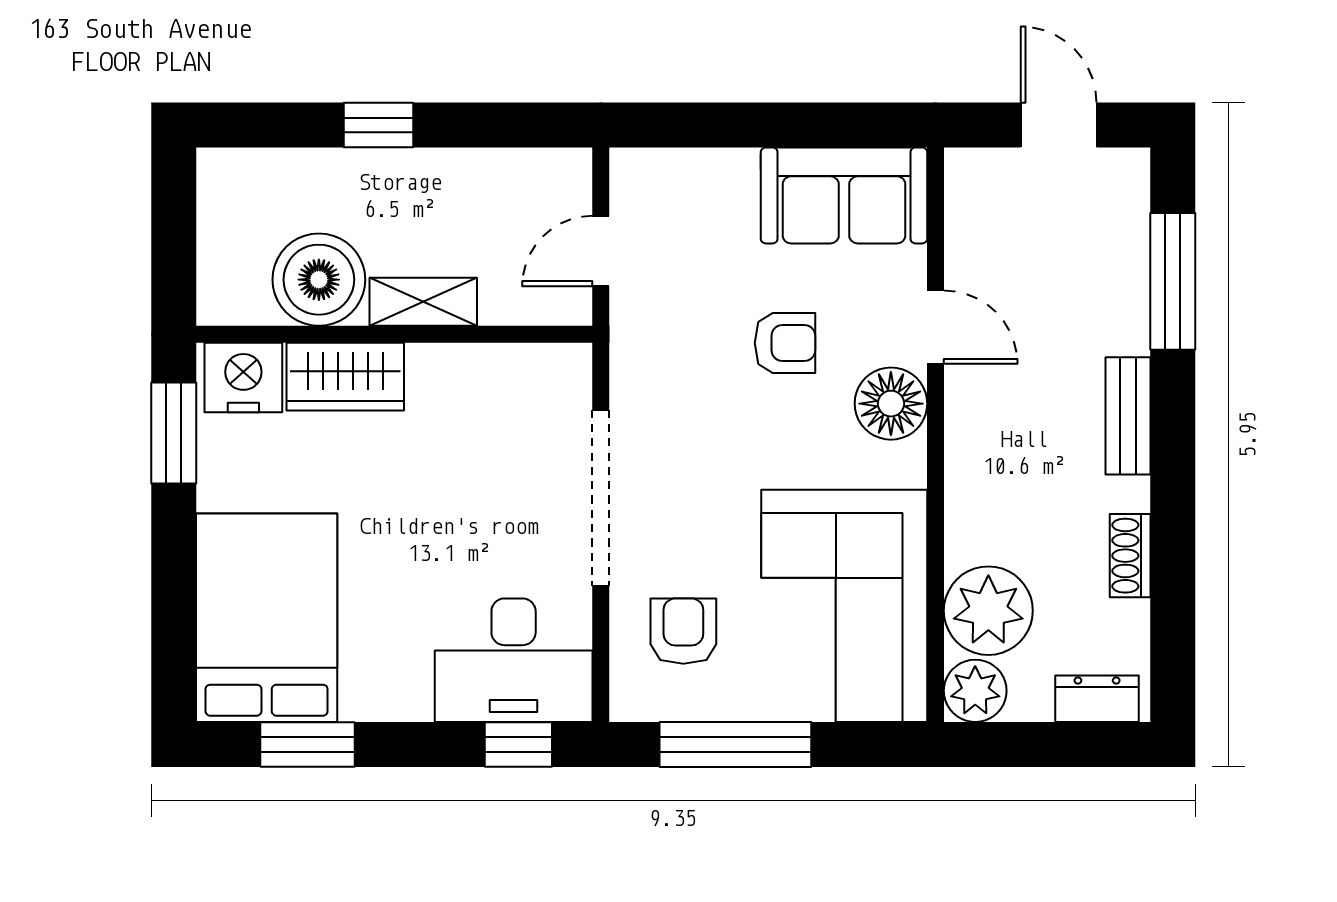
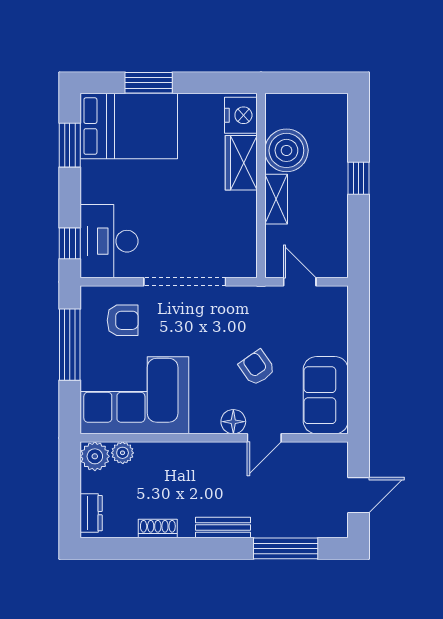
armchair: (785, 343) -> (257, 368), turned 145
floor lamp: (891, 404) -> (233, 422), width x0.73, depth x0.73
window: (174, 433) -> (149, 83), moved
plant: (988, 611) -> (123, 453), width x0.53, depth x0.53

